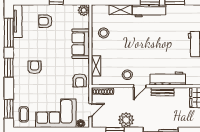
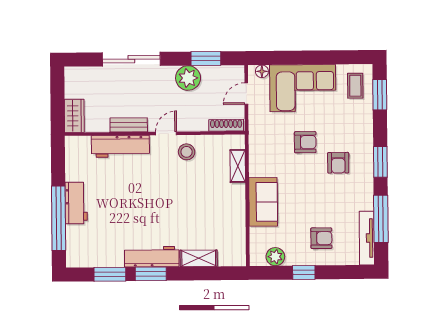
plant: (84, 10) -> (275, 257), moved
stool: (104, 33) -> (226, 220), removed
armchair: (80, 80) -> (305, 142), moved, turned 90

